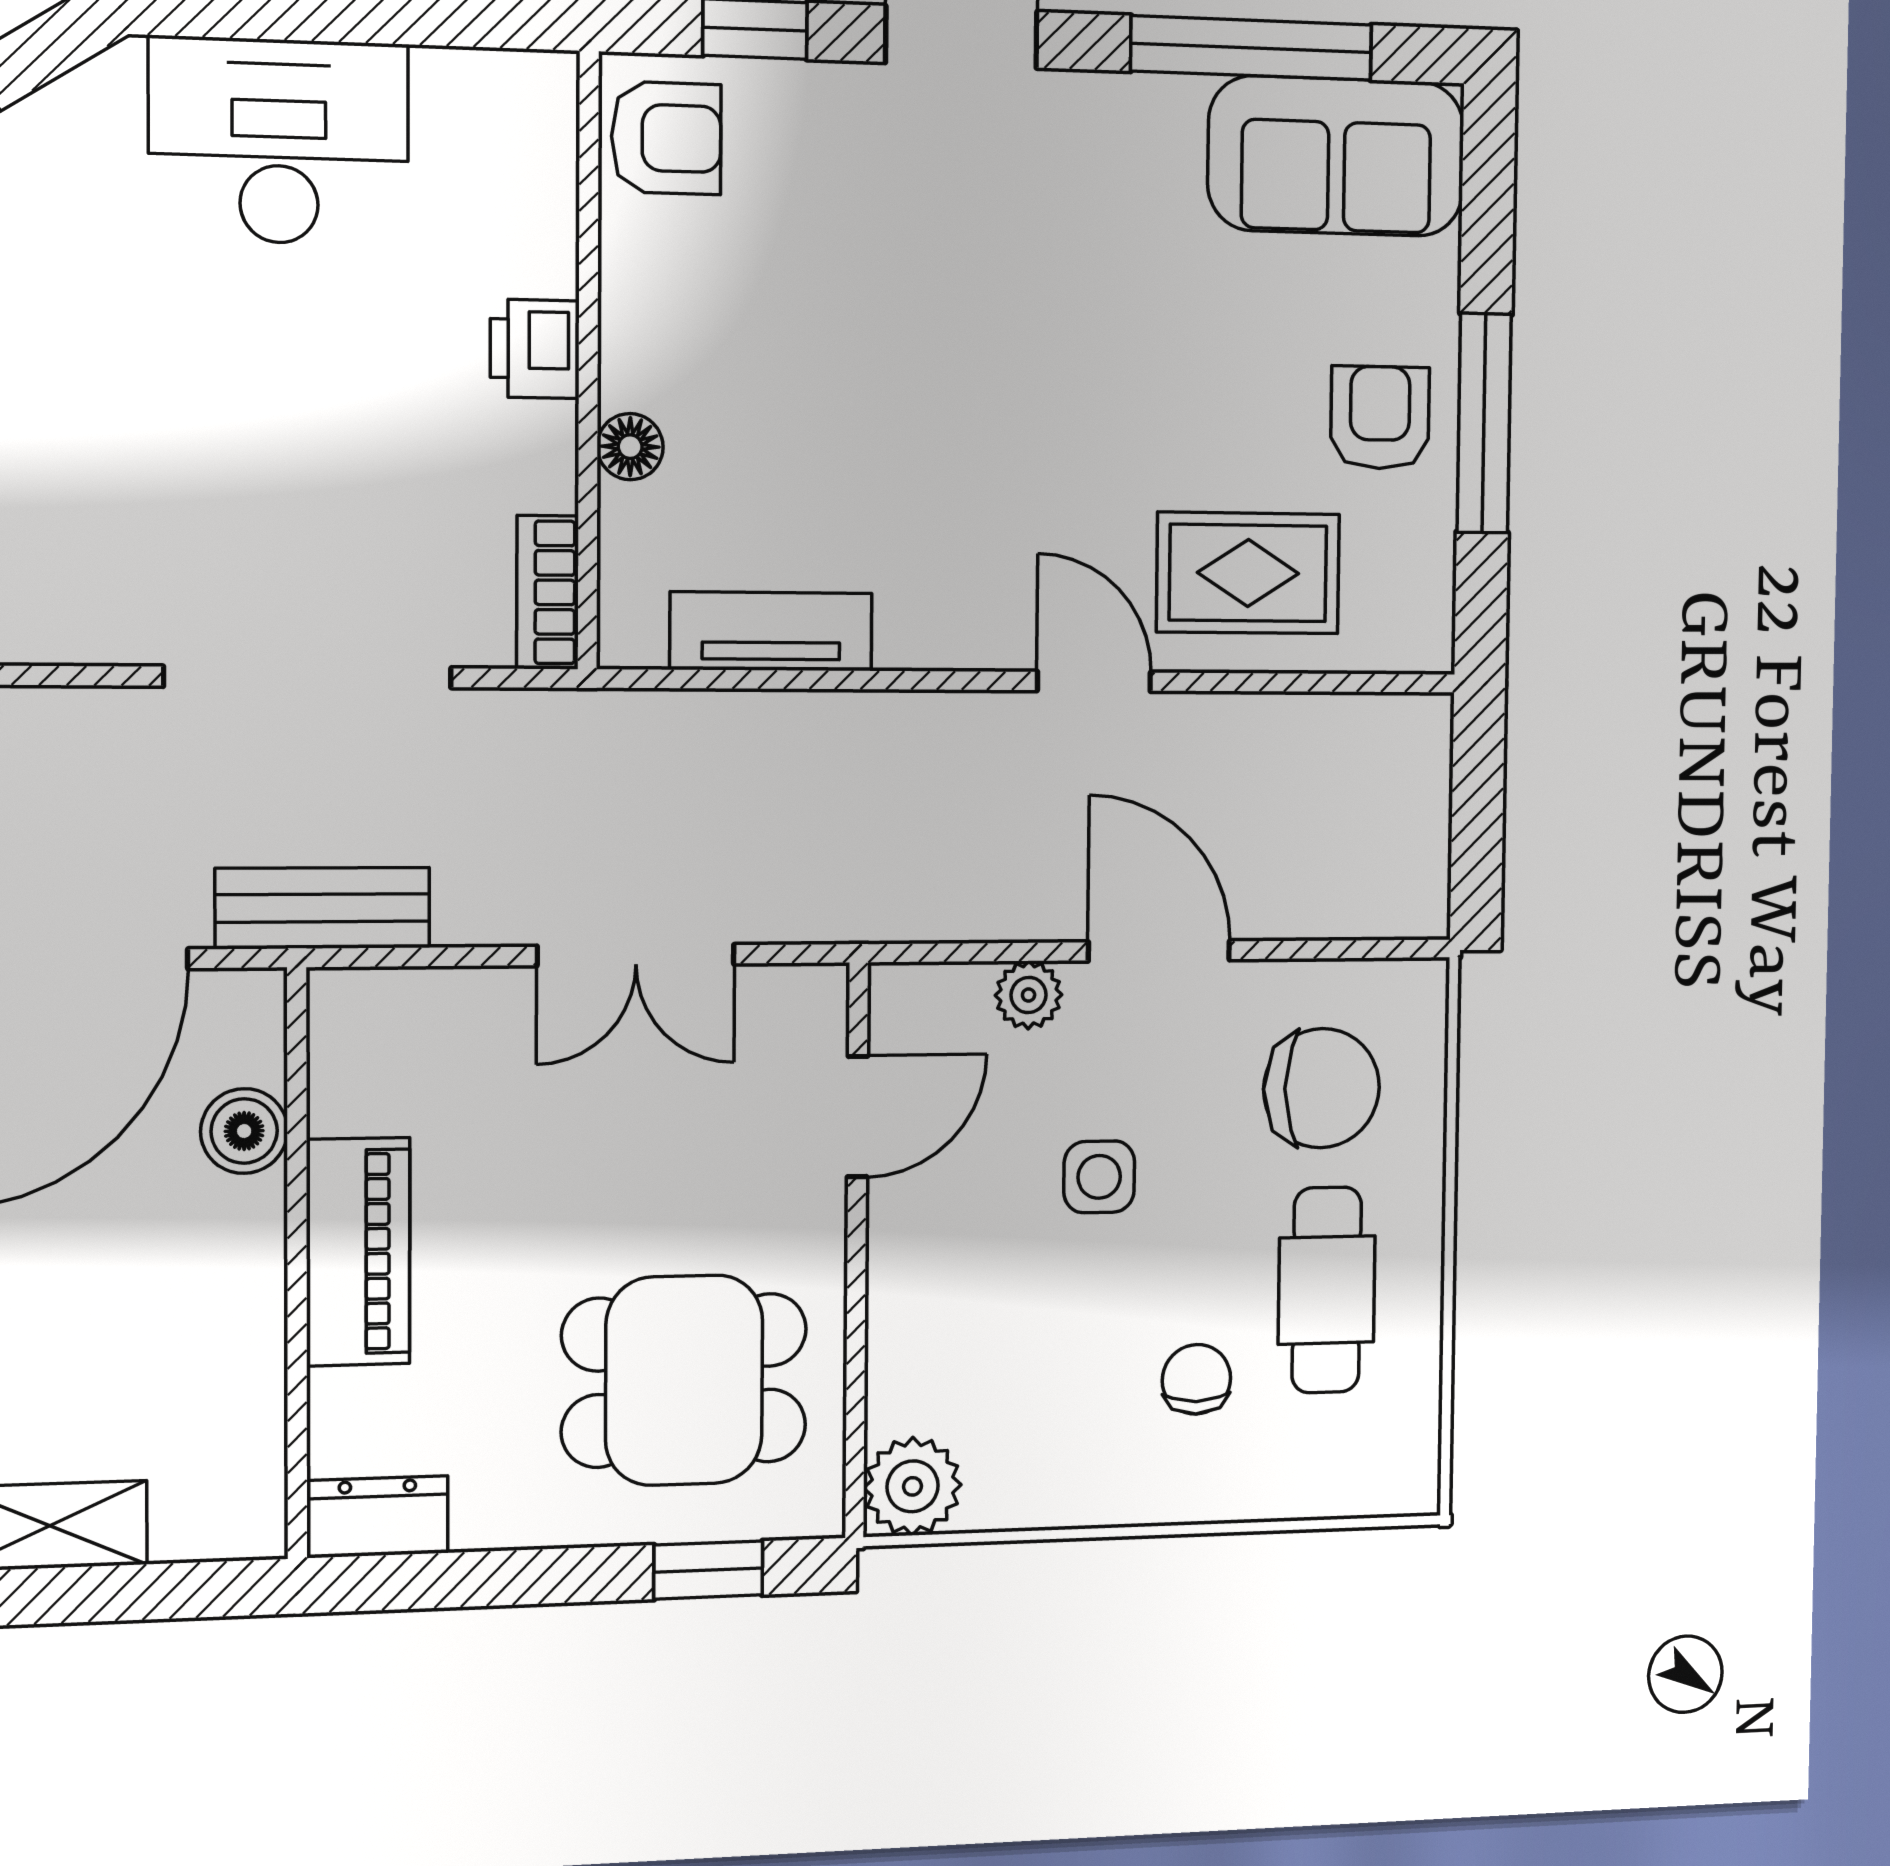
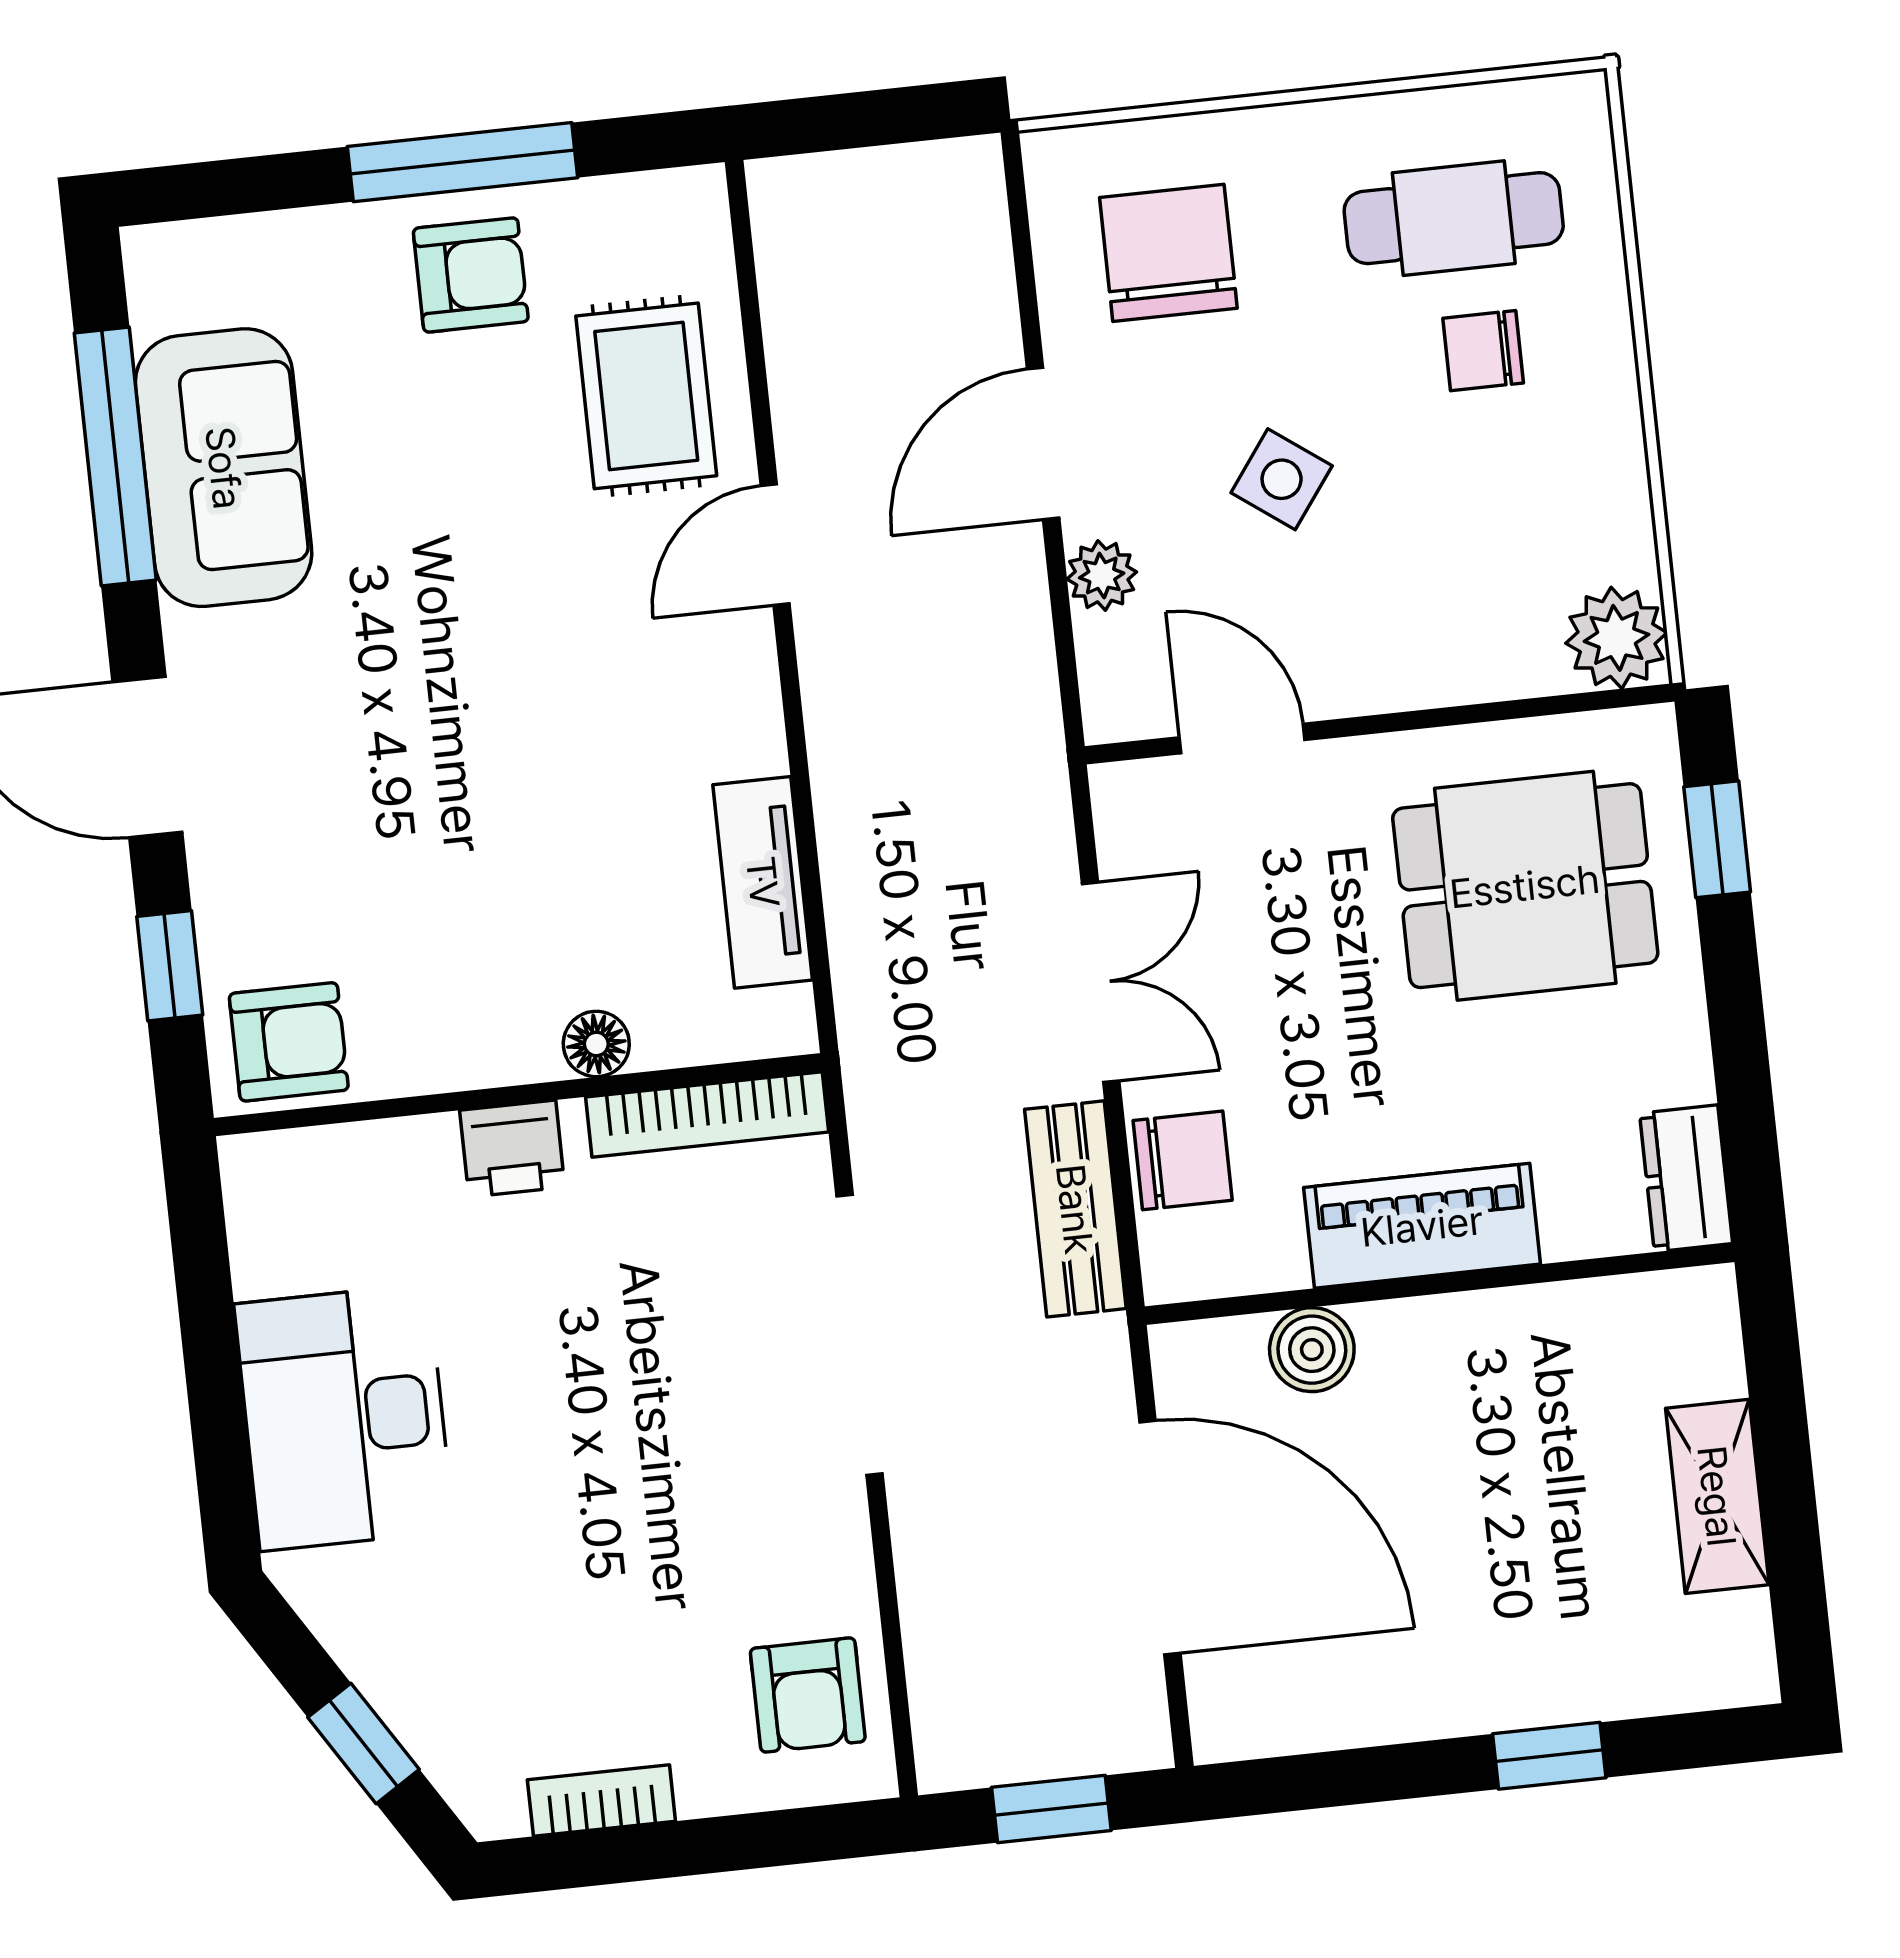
armchair: (666, 138) -> (289, 1042), turned 90
sofa: (1336, 156) -> (224, 468), moved
armchair: (1380, 418) -> (471, 275), turned 180
bookcase: (548, 592) -> (707, 1114), width x1.56
bench: (323, 908) -> (1075, 1209), moved
chair: (450, 1019) -> (1183, 1160), added
side table: (1099, 1177) -> (1282, 479), turned 36
cafe table: (1327, 1290) -> (1454, 218), moved
dining table: (684, 1380) -> (1525, 886), turned 90

